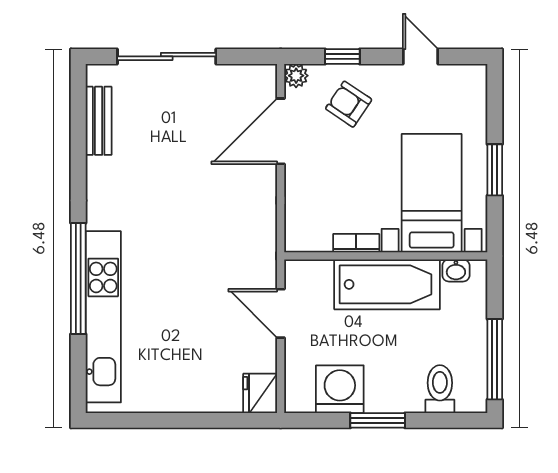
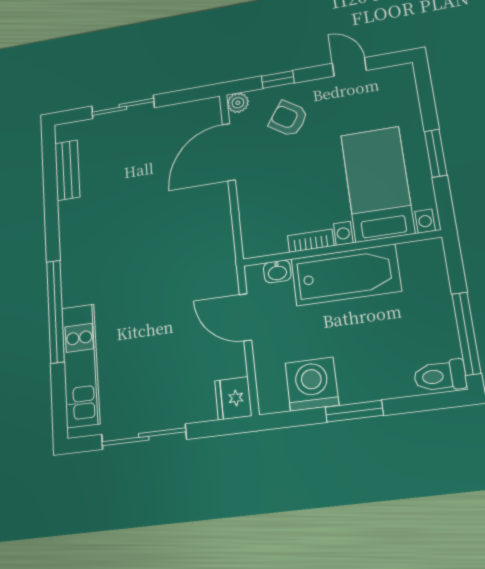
sliding door: (167, 56) -> (123, 107), width x0.73
washbasin: (456, 271) -> (277, 272), moved
kitchen unit: (103, 317) -> (81, 365), width x0.73
toilet: (440, 389) -> (440, 376), moved, turned -90
sliding door: (166, 420) -> (144, 437), added

